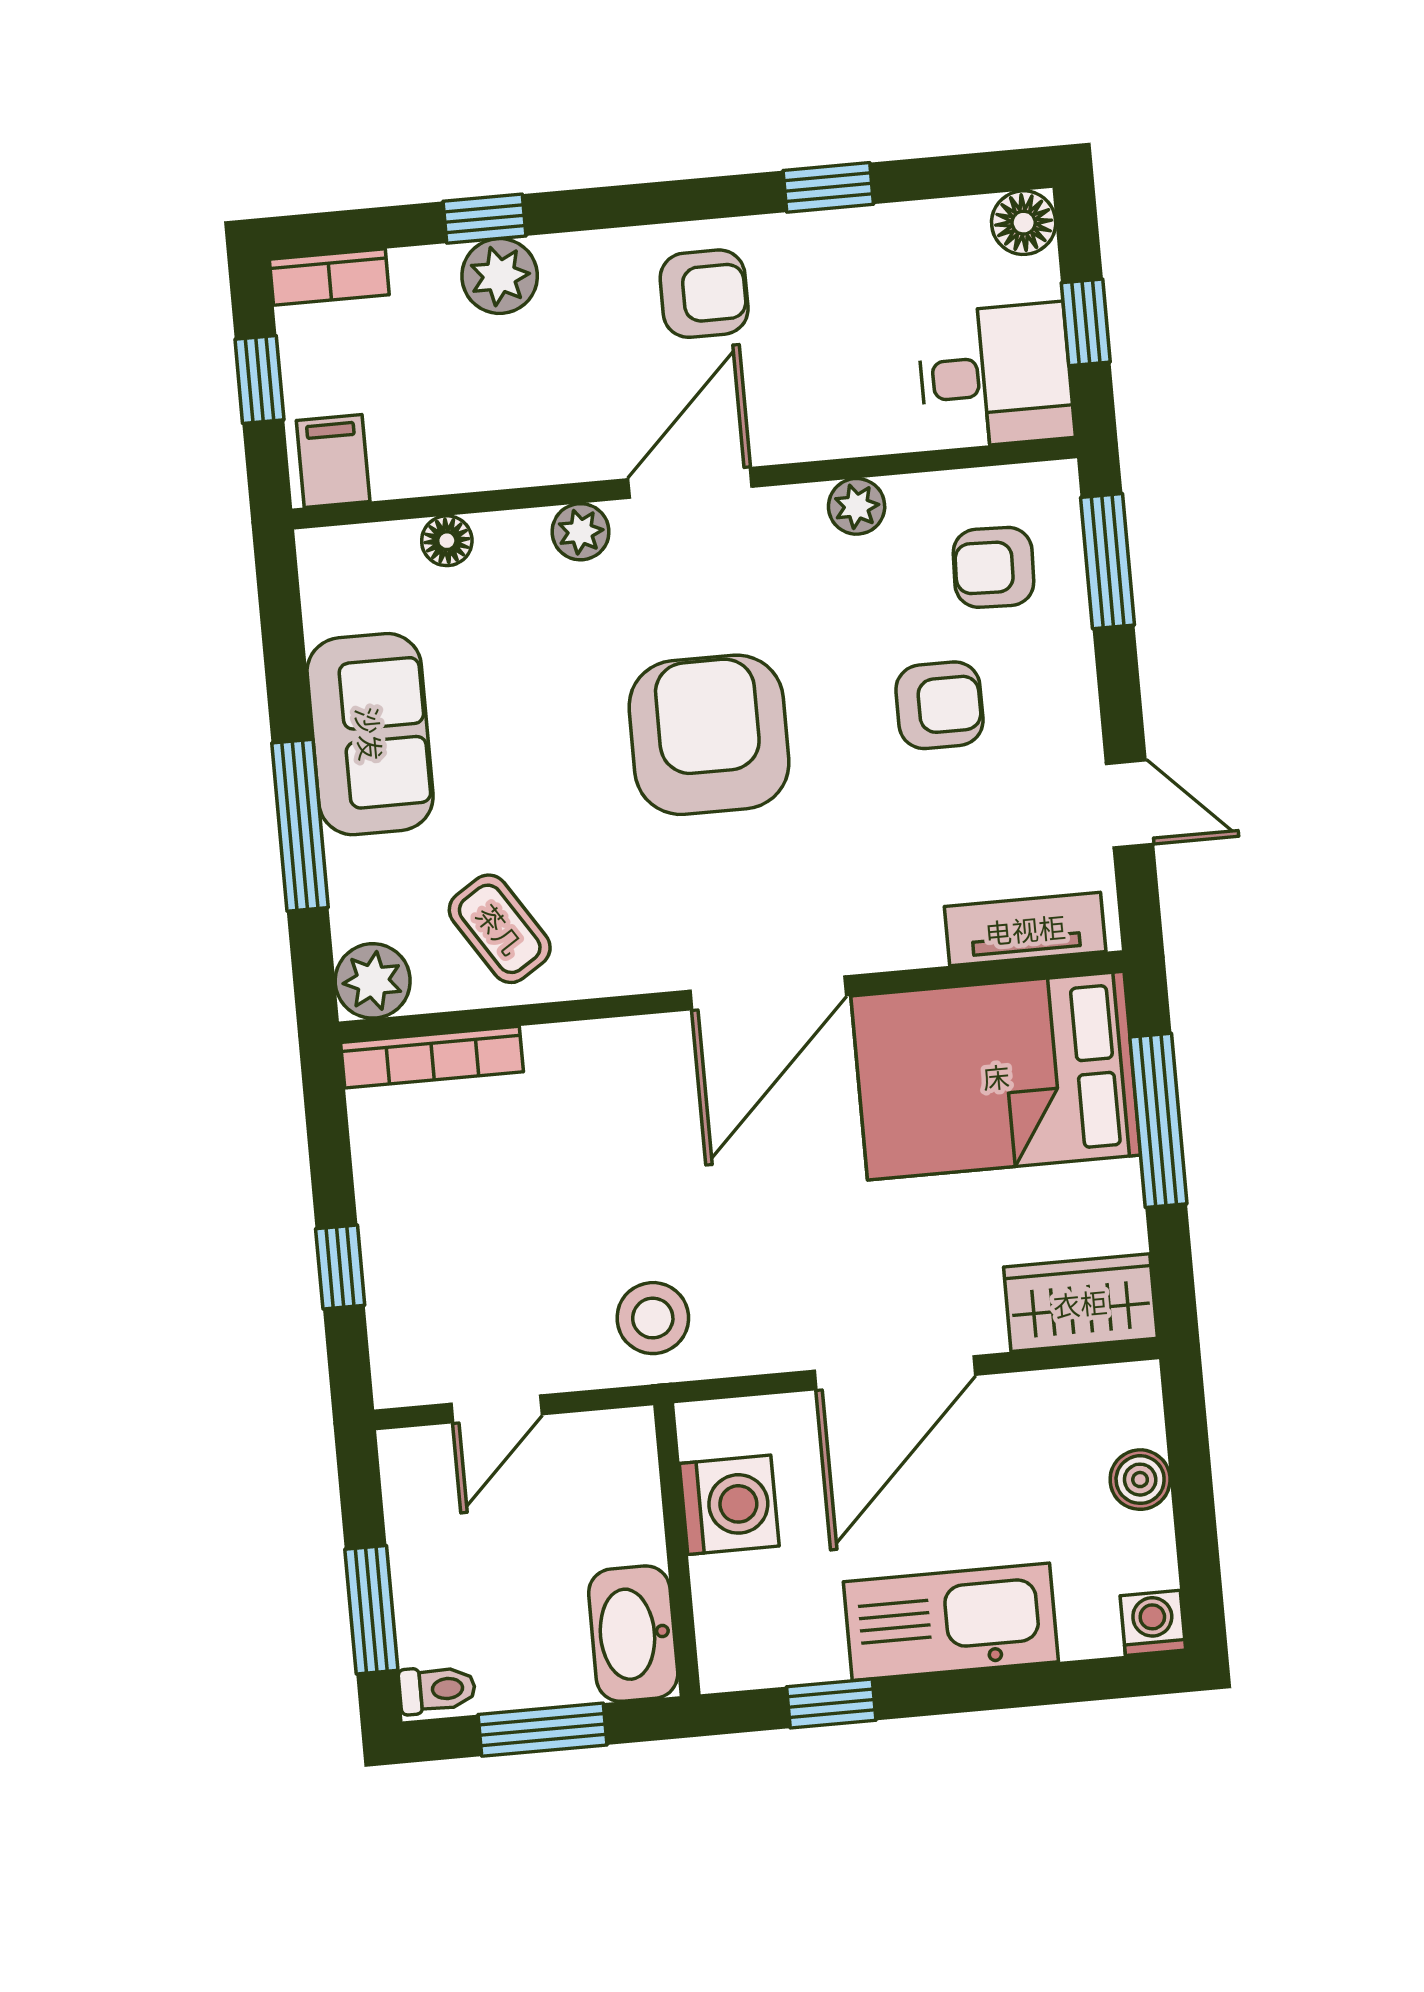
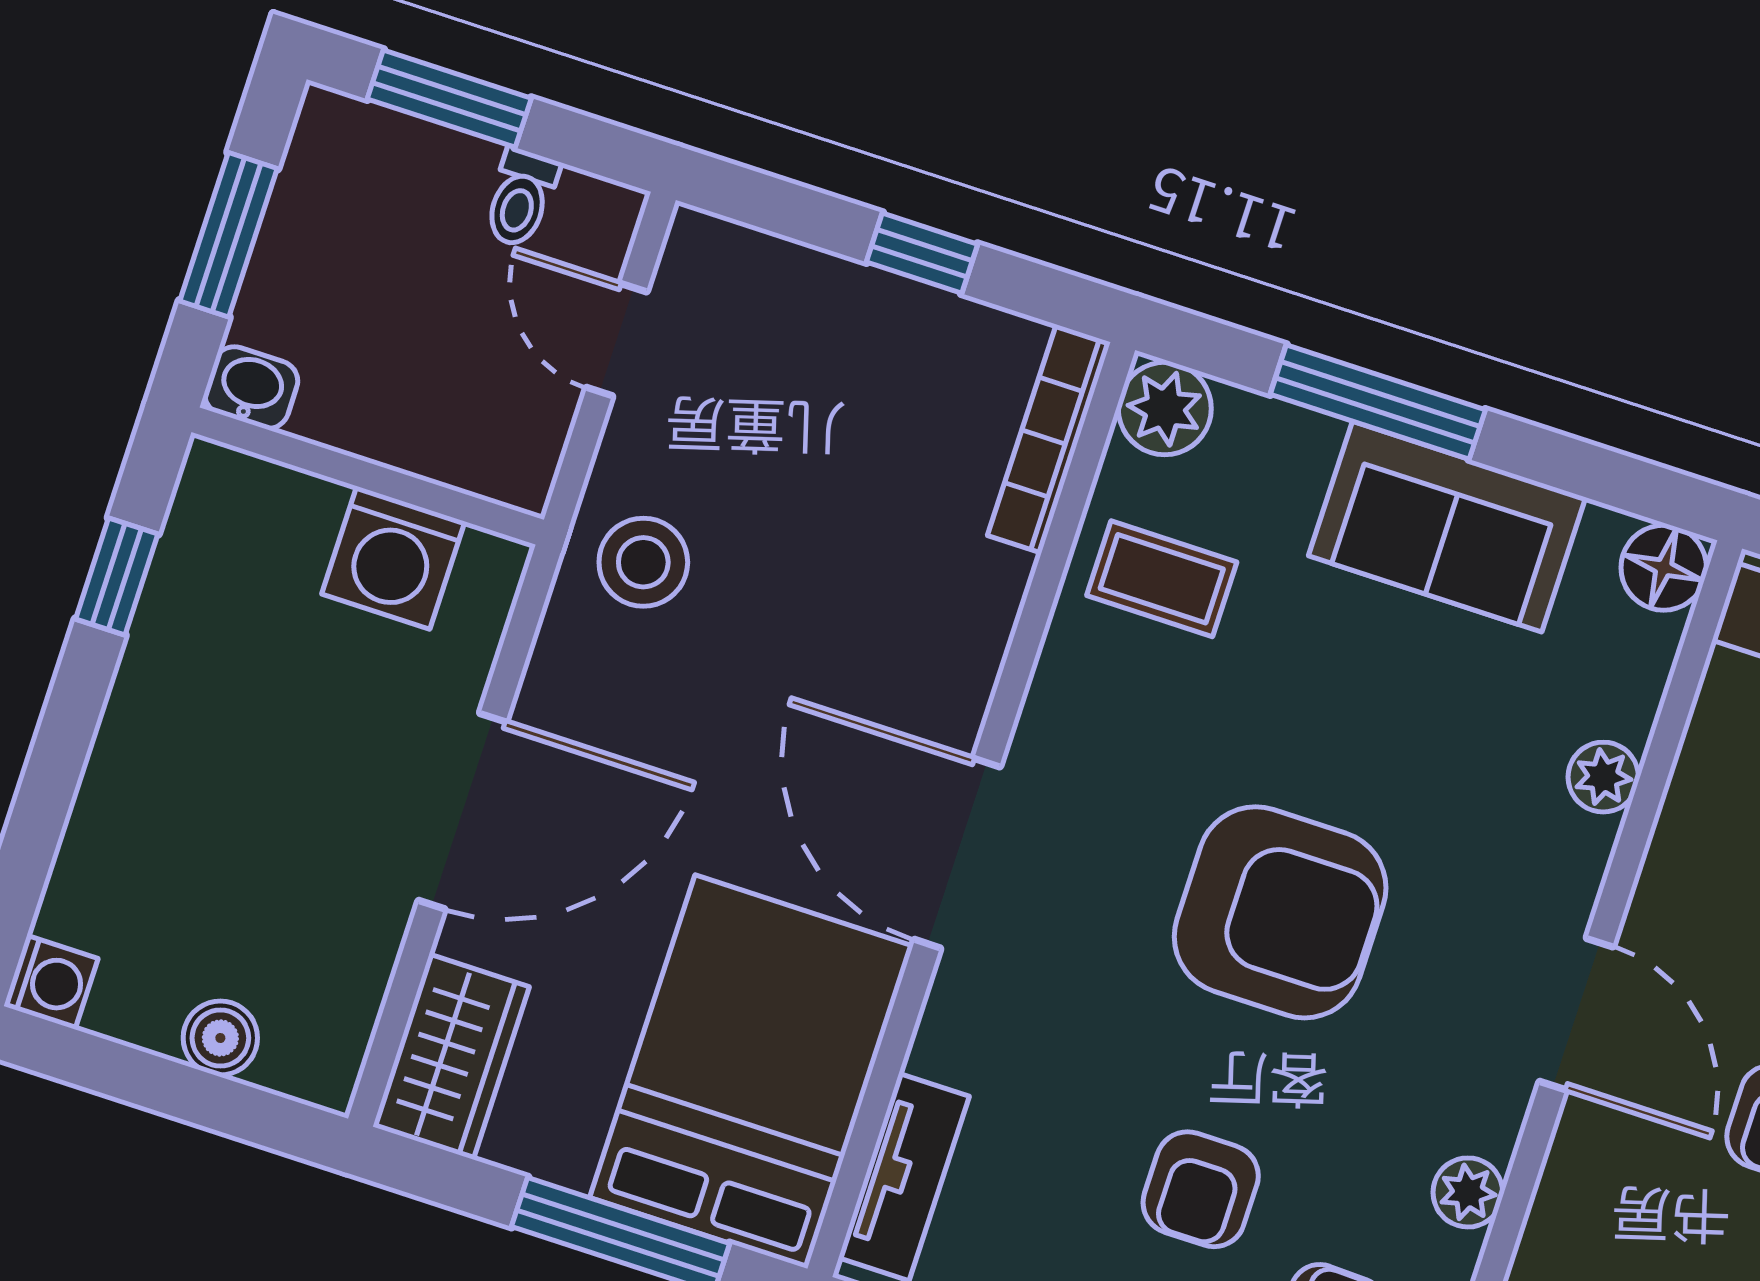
plant: (581, 532) -> (1603, 777), moved
floor lamp: (447, 541) -> (1664, 568), moved, width x1.37, depth x1.37
coffee table: (500, 929) -> (1162, 579), turned 33
window: (340, 1267) -> (922, 253), moved
door: (895, 1373) -> (462, 811), swing flipped
kitchen sink: (951, 1622) -> (151, 753), removed
washbasin: (633, 1634) -> (251, 388), width x0.52, depth x0.69
toilet: (437, 1689) -> (521, 198), moved

